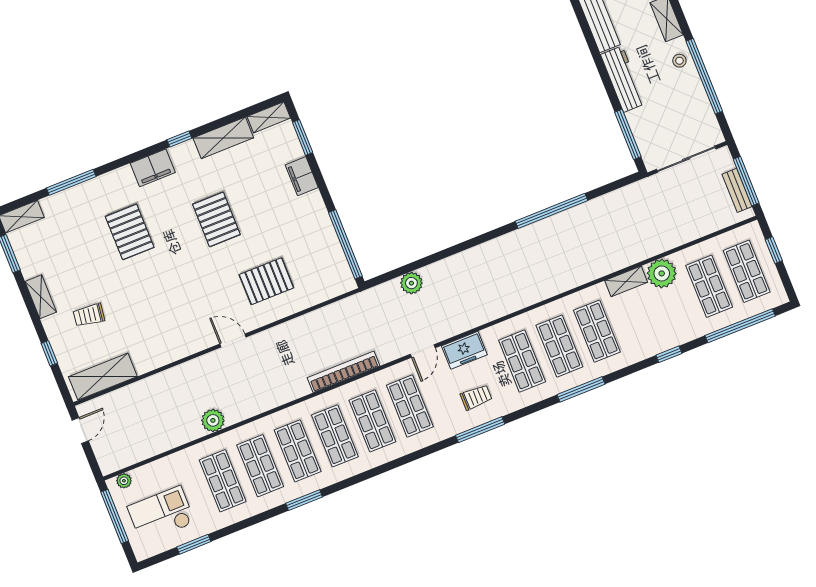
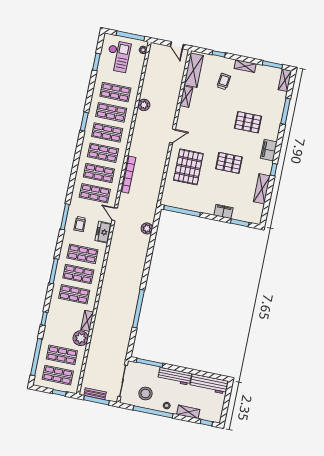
stool: (682, 108) -> (145, 393), added
shelving: (269, 117) -> (186, 97), moved
pallet: (266, 281) -> (188, 167), width x1.37, depth x1.41

